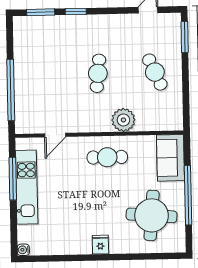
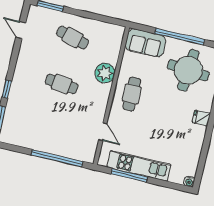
cafe table: (155, 72) -> (73, 38), turned 39

